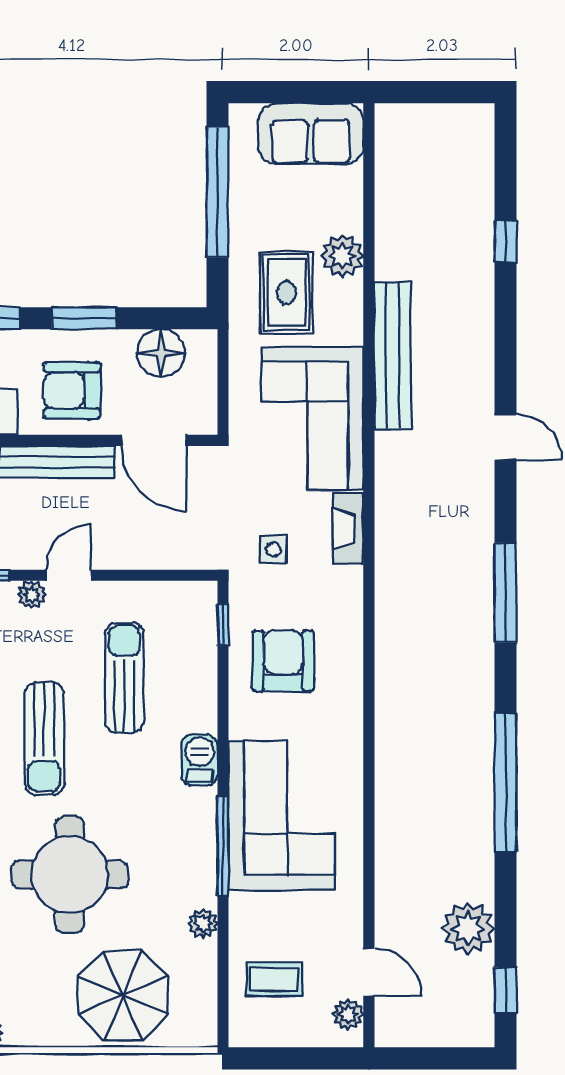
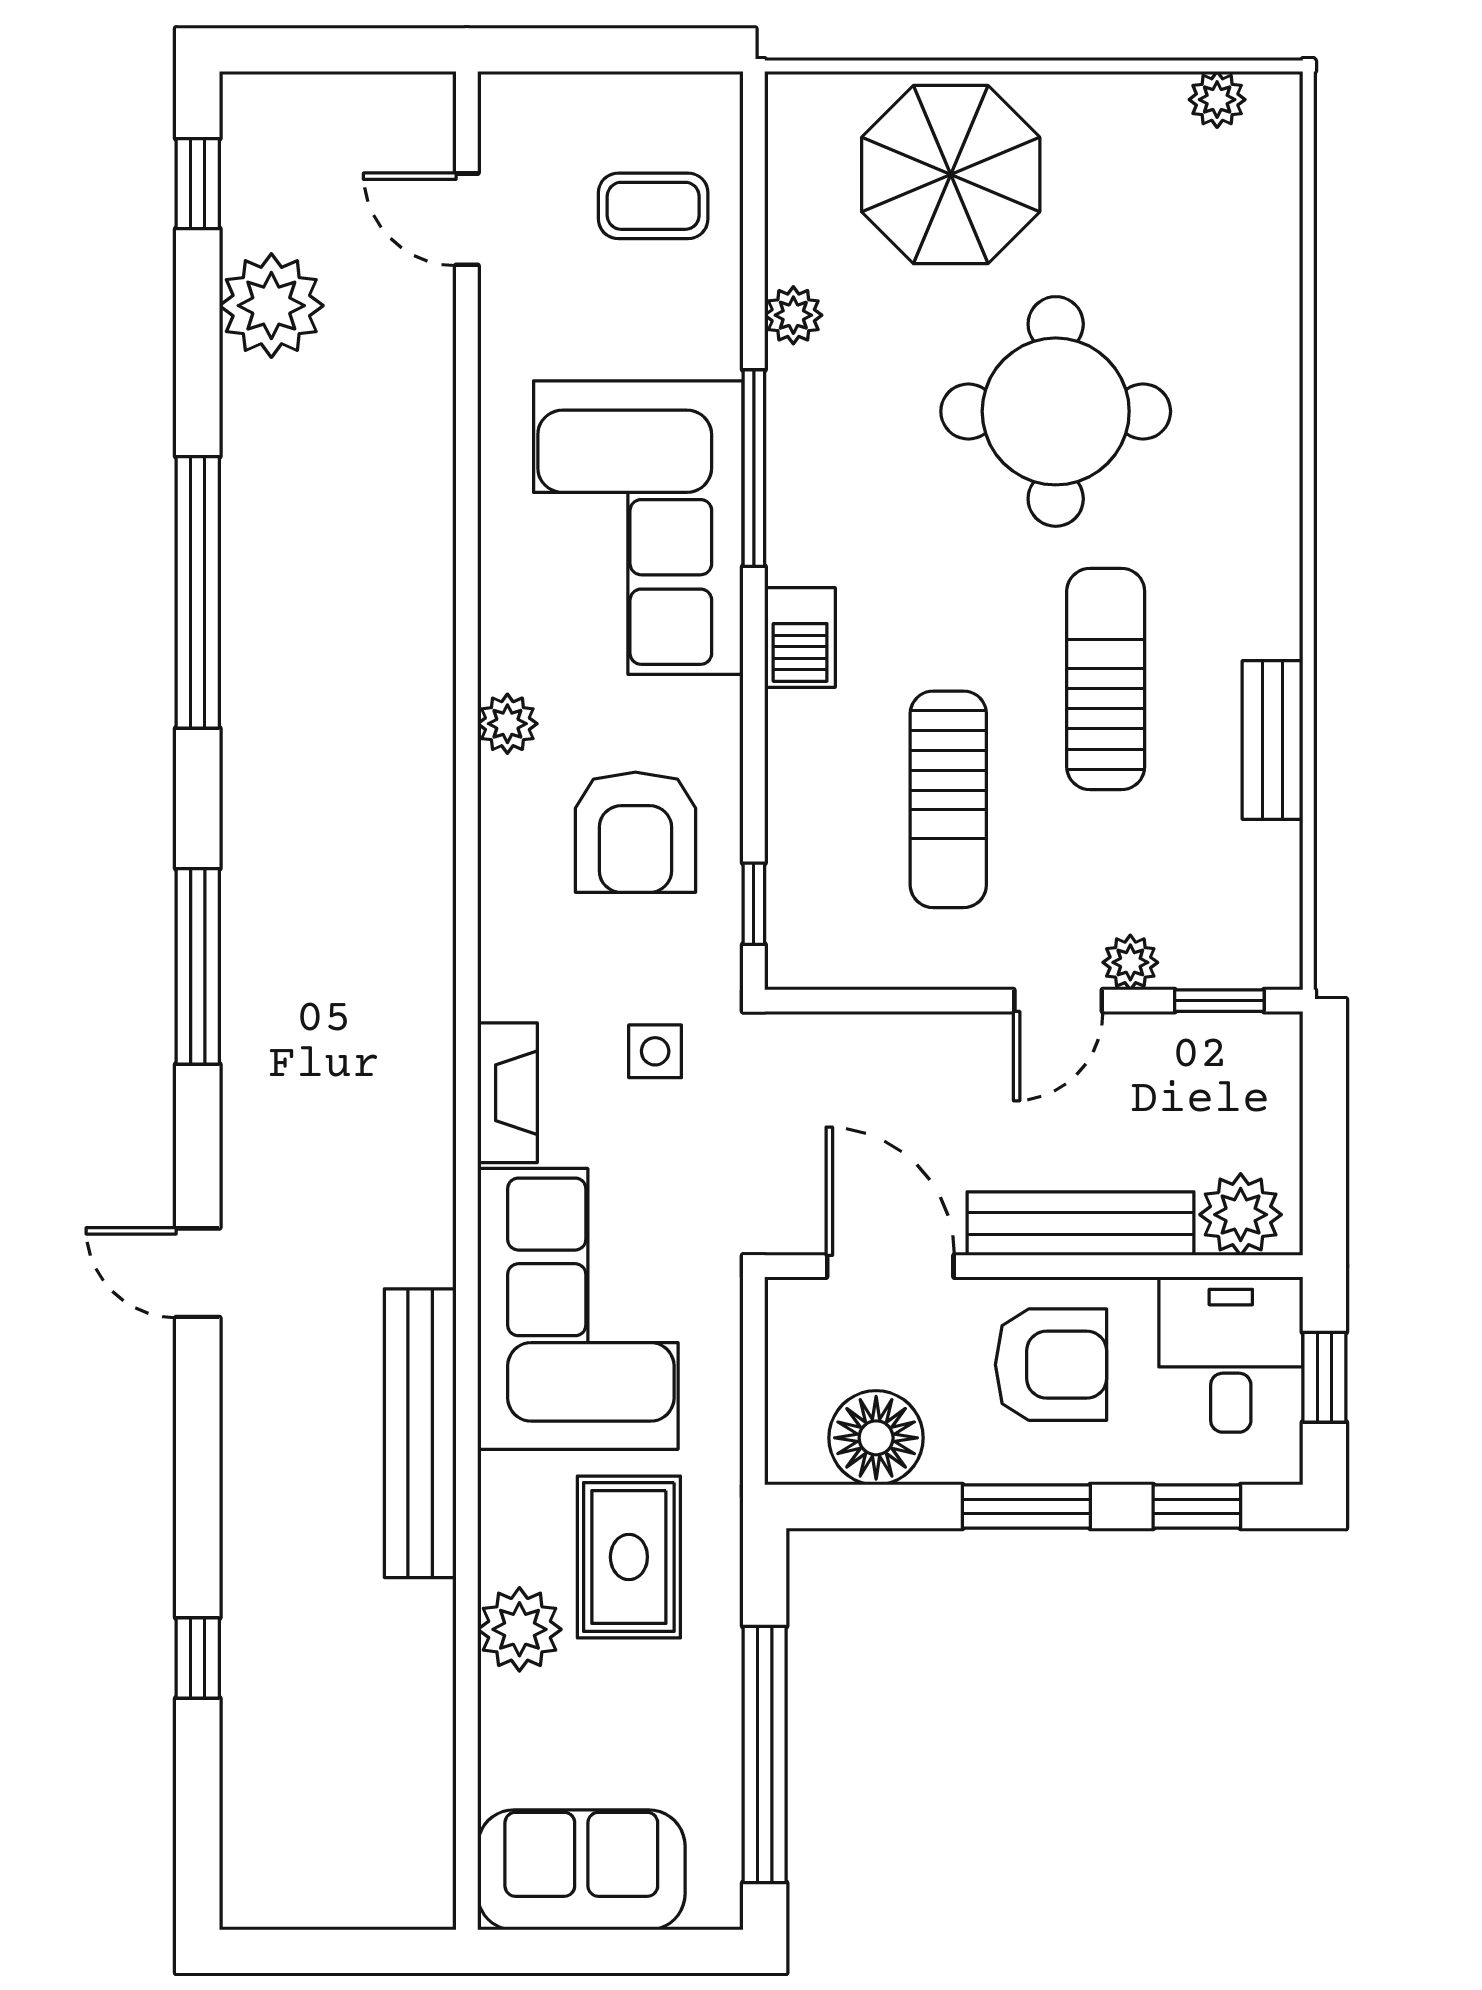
plant: (348, 1014) -> (507, 724), moved

